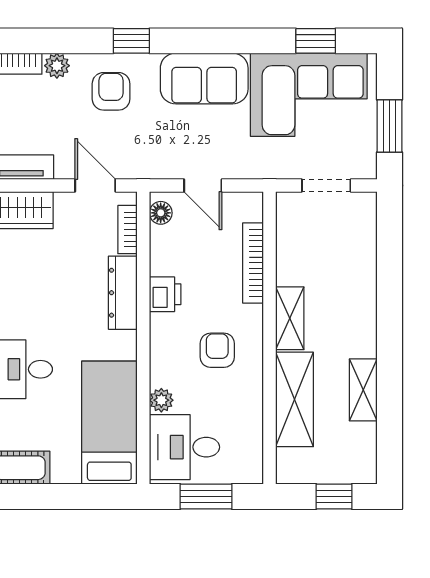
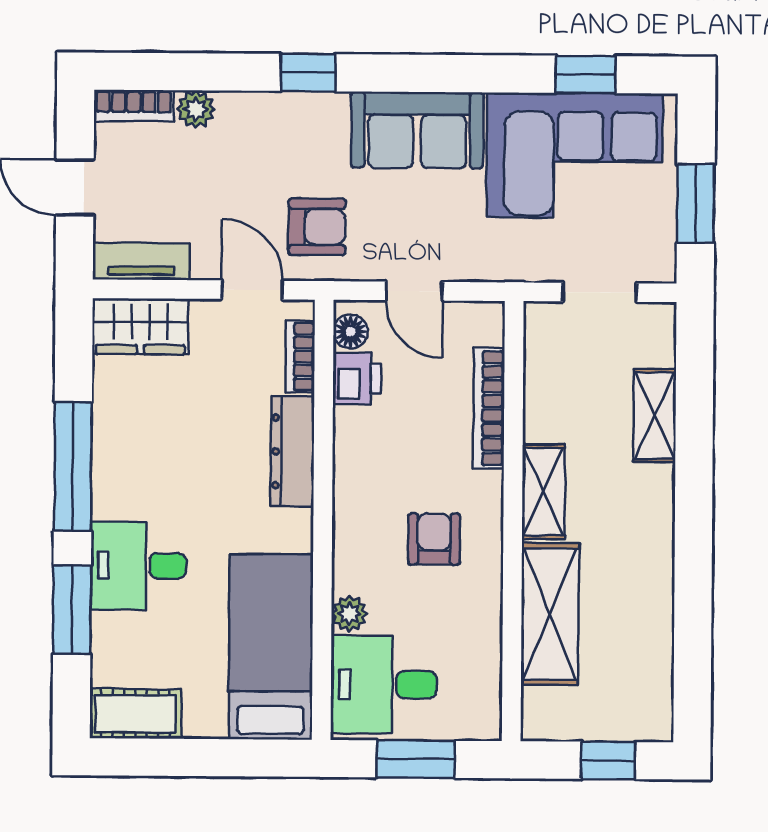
armchair: (111, 91) -> (317, 227), moved, turned 90
printer: (165, 294) -> (357, 379), moved
shelving: (363, 390) -> (655, 416), moved

